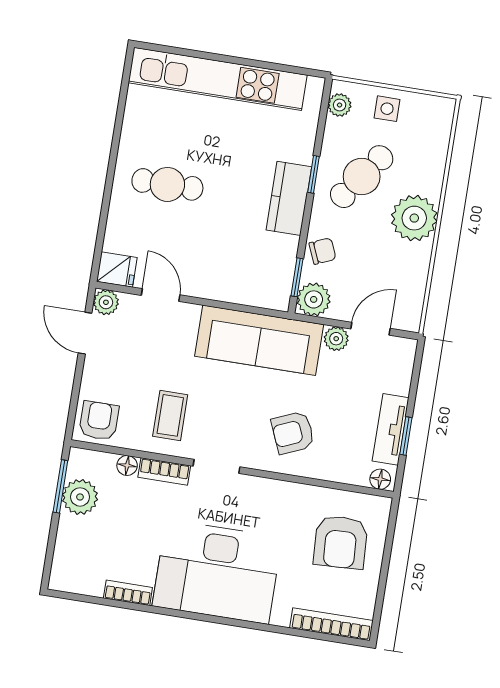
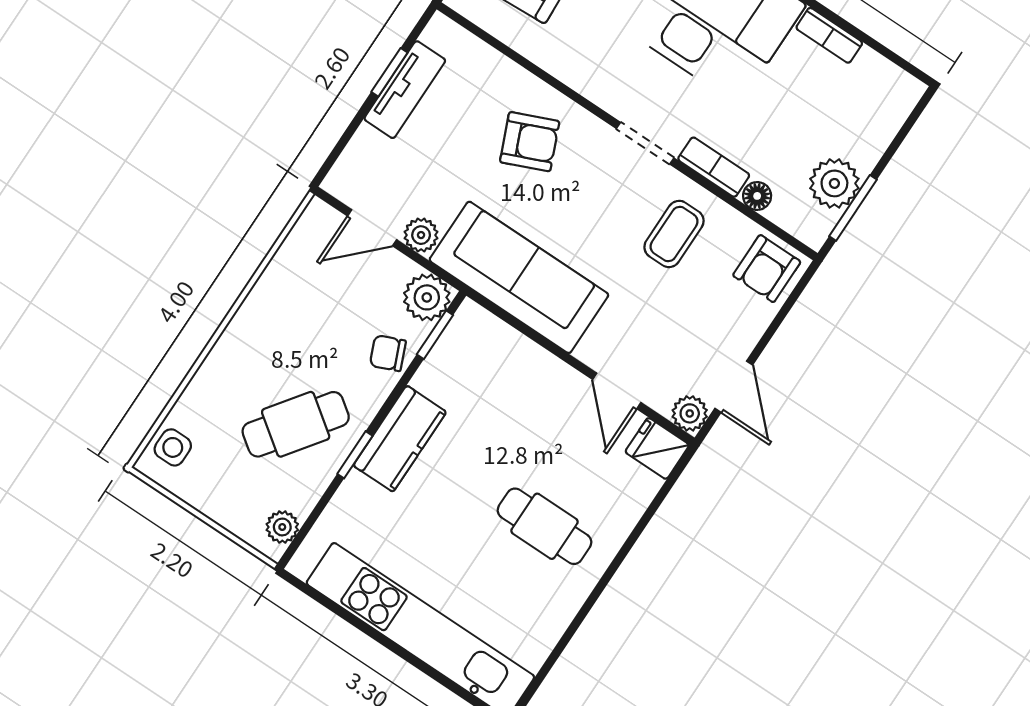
side table: (387, 109) -> (173, 447), moved
plant: (414, 218) -> (253, 342), removed
floor lamp: (380, 479) -> (447, 33), removed

